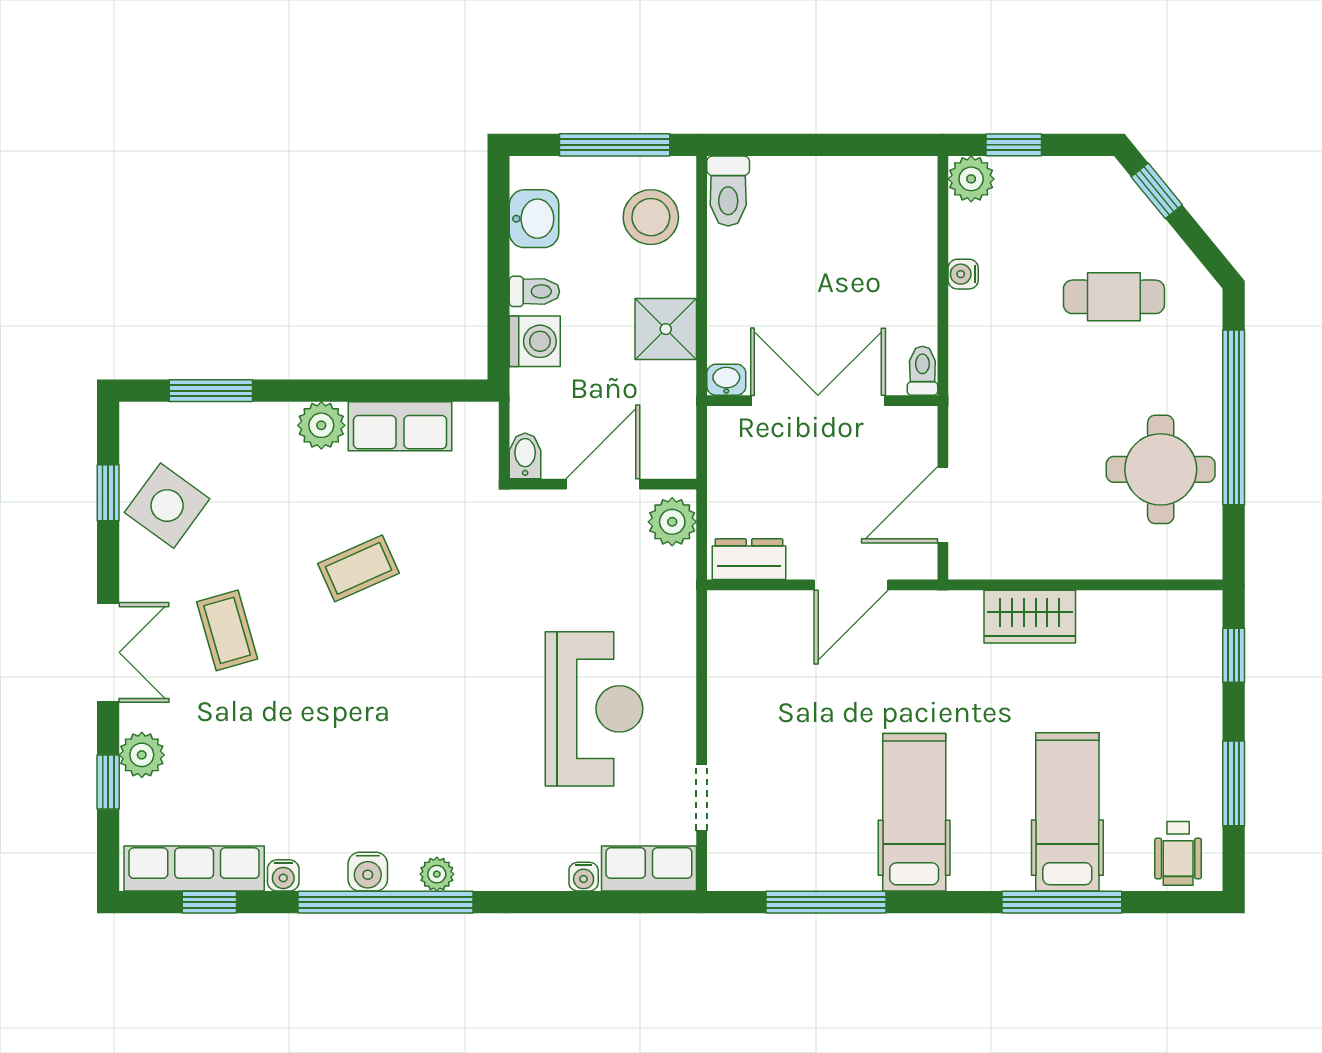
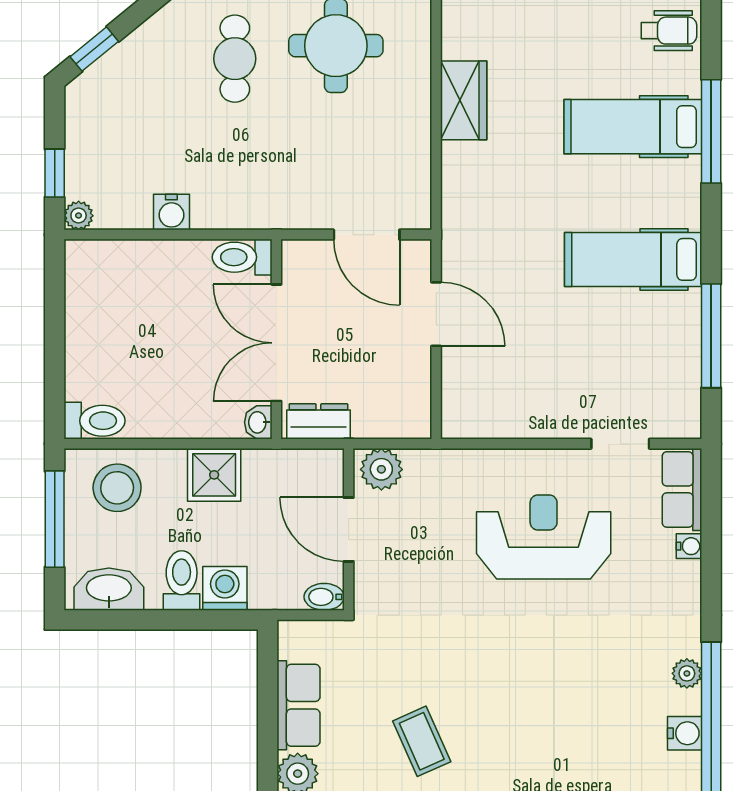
plant: (971, 179) -> (79, 216), width x0.73, depth x0.73
washbasin: (534, 219) -> (109, 589), width x1.38
water cooler: (963, 274) -> (171, 212), width x1.38, depth x1.38
toilet: (534, 291) -> (182, 580), width x1.37, depth x1.39
cafe table: (1114, 297) -> (235, 59), moved
toilet: (922, 371) -> (242, 257), width x1.37, depth x1.39
dresser: (749, 559) -> (318, 421), moved, turned 90
wardrobe: (1030, 617) -> (464, 100), moved

